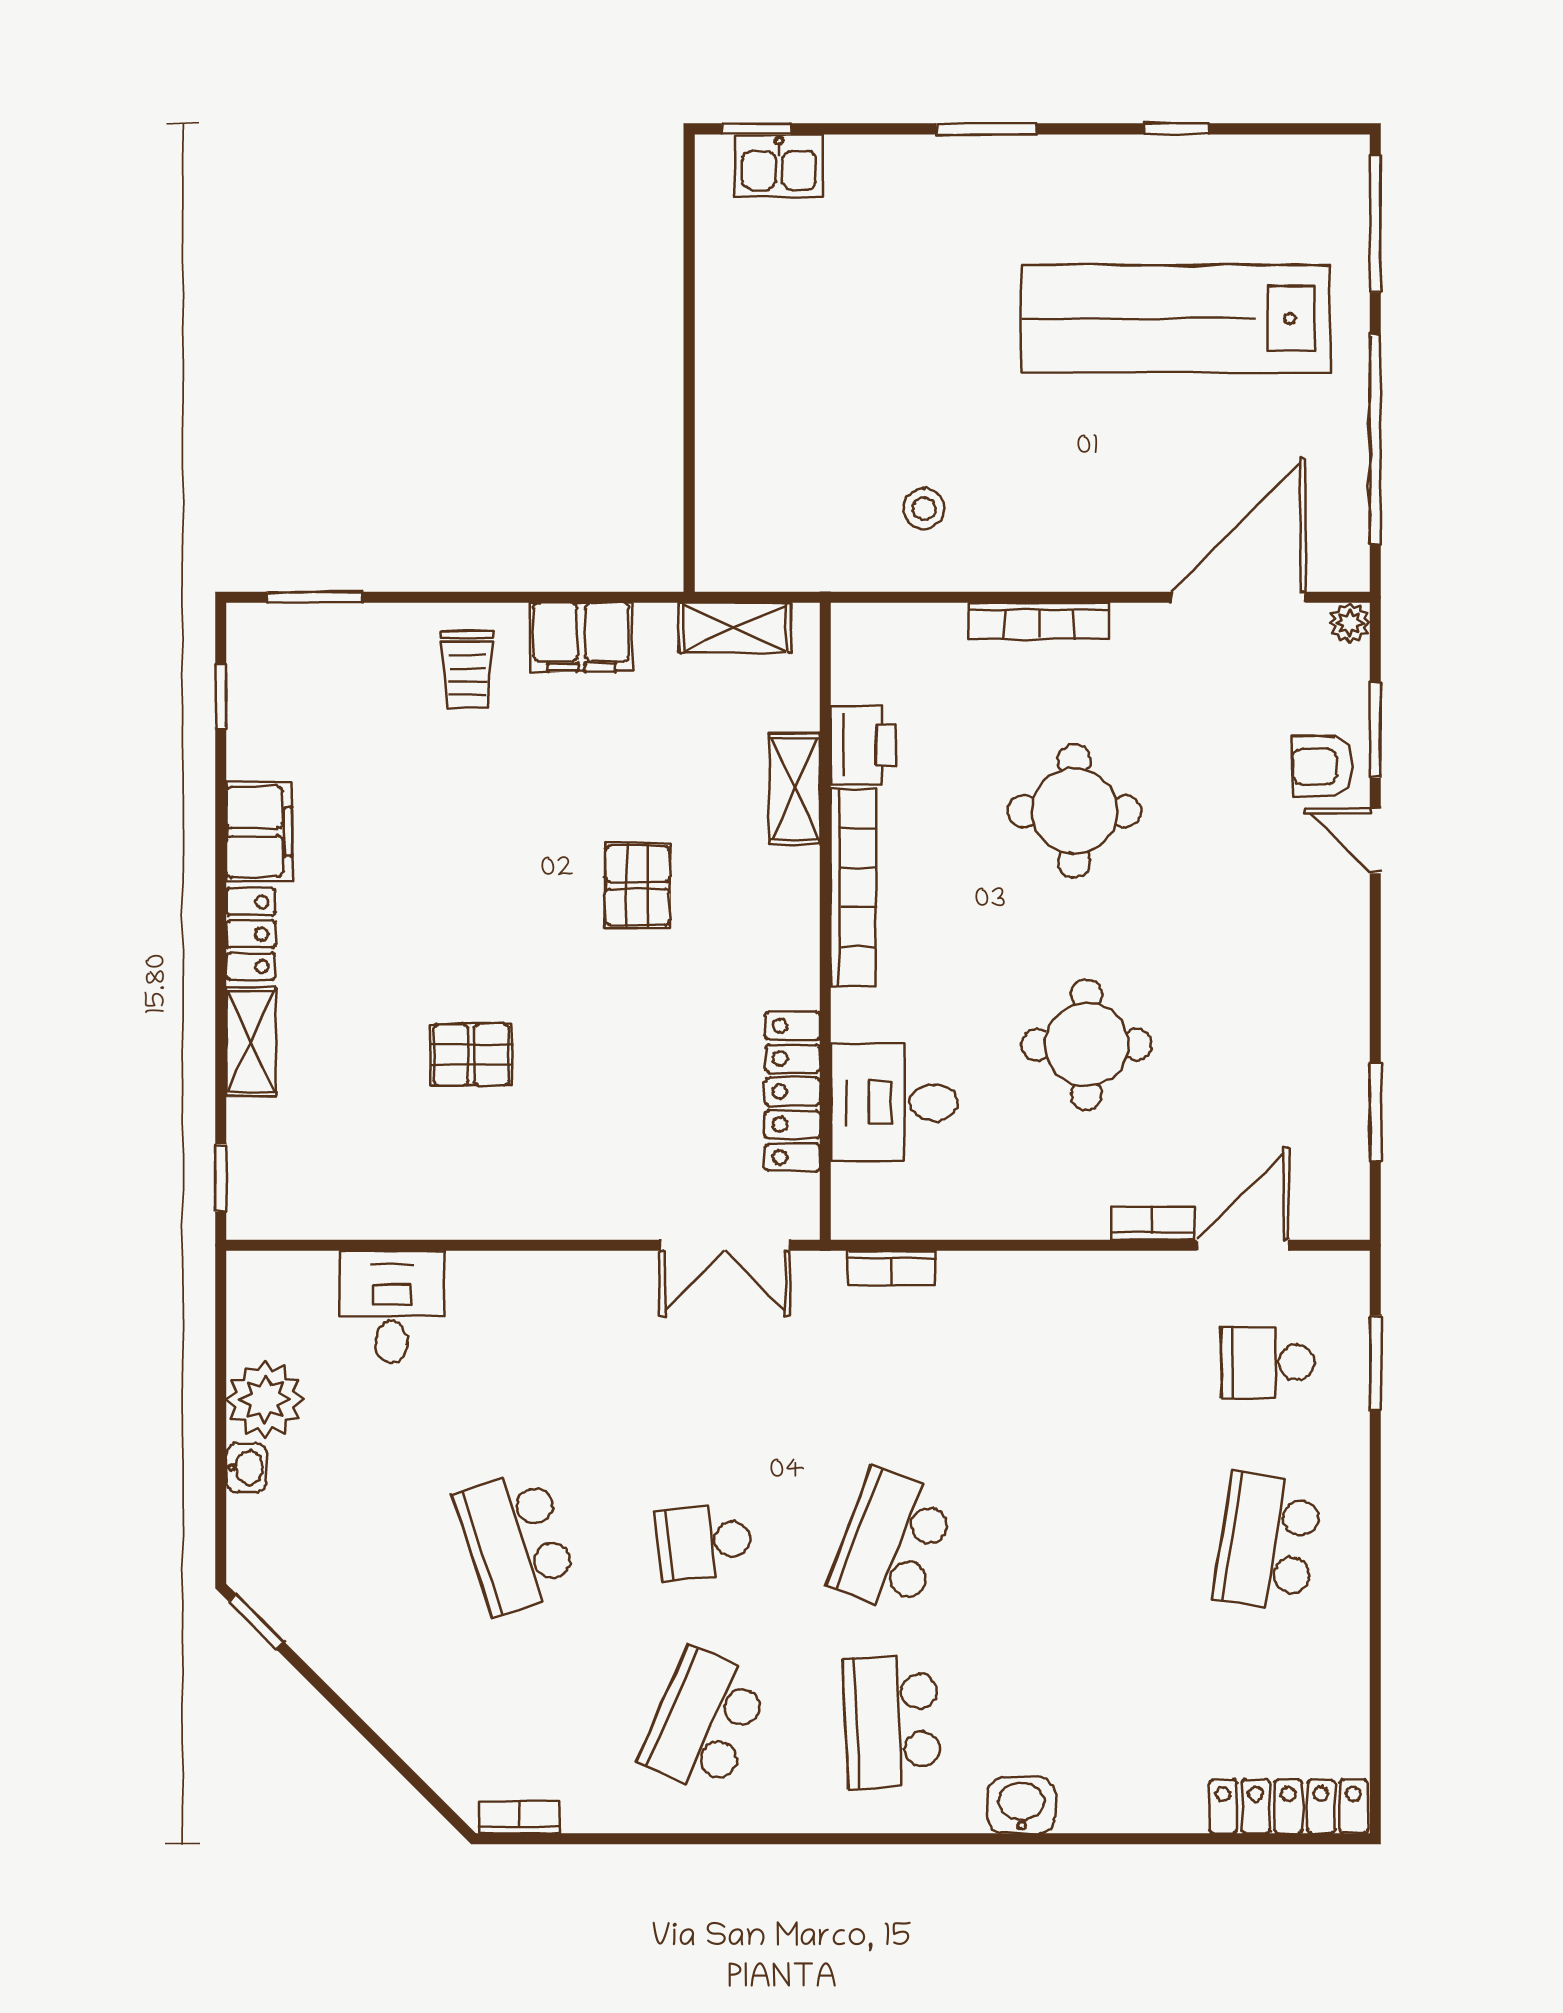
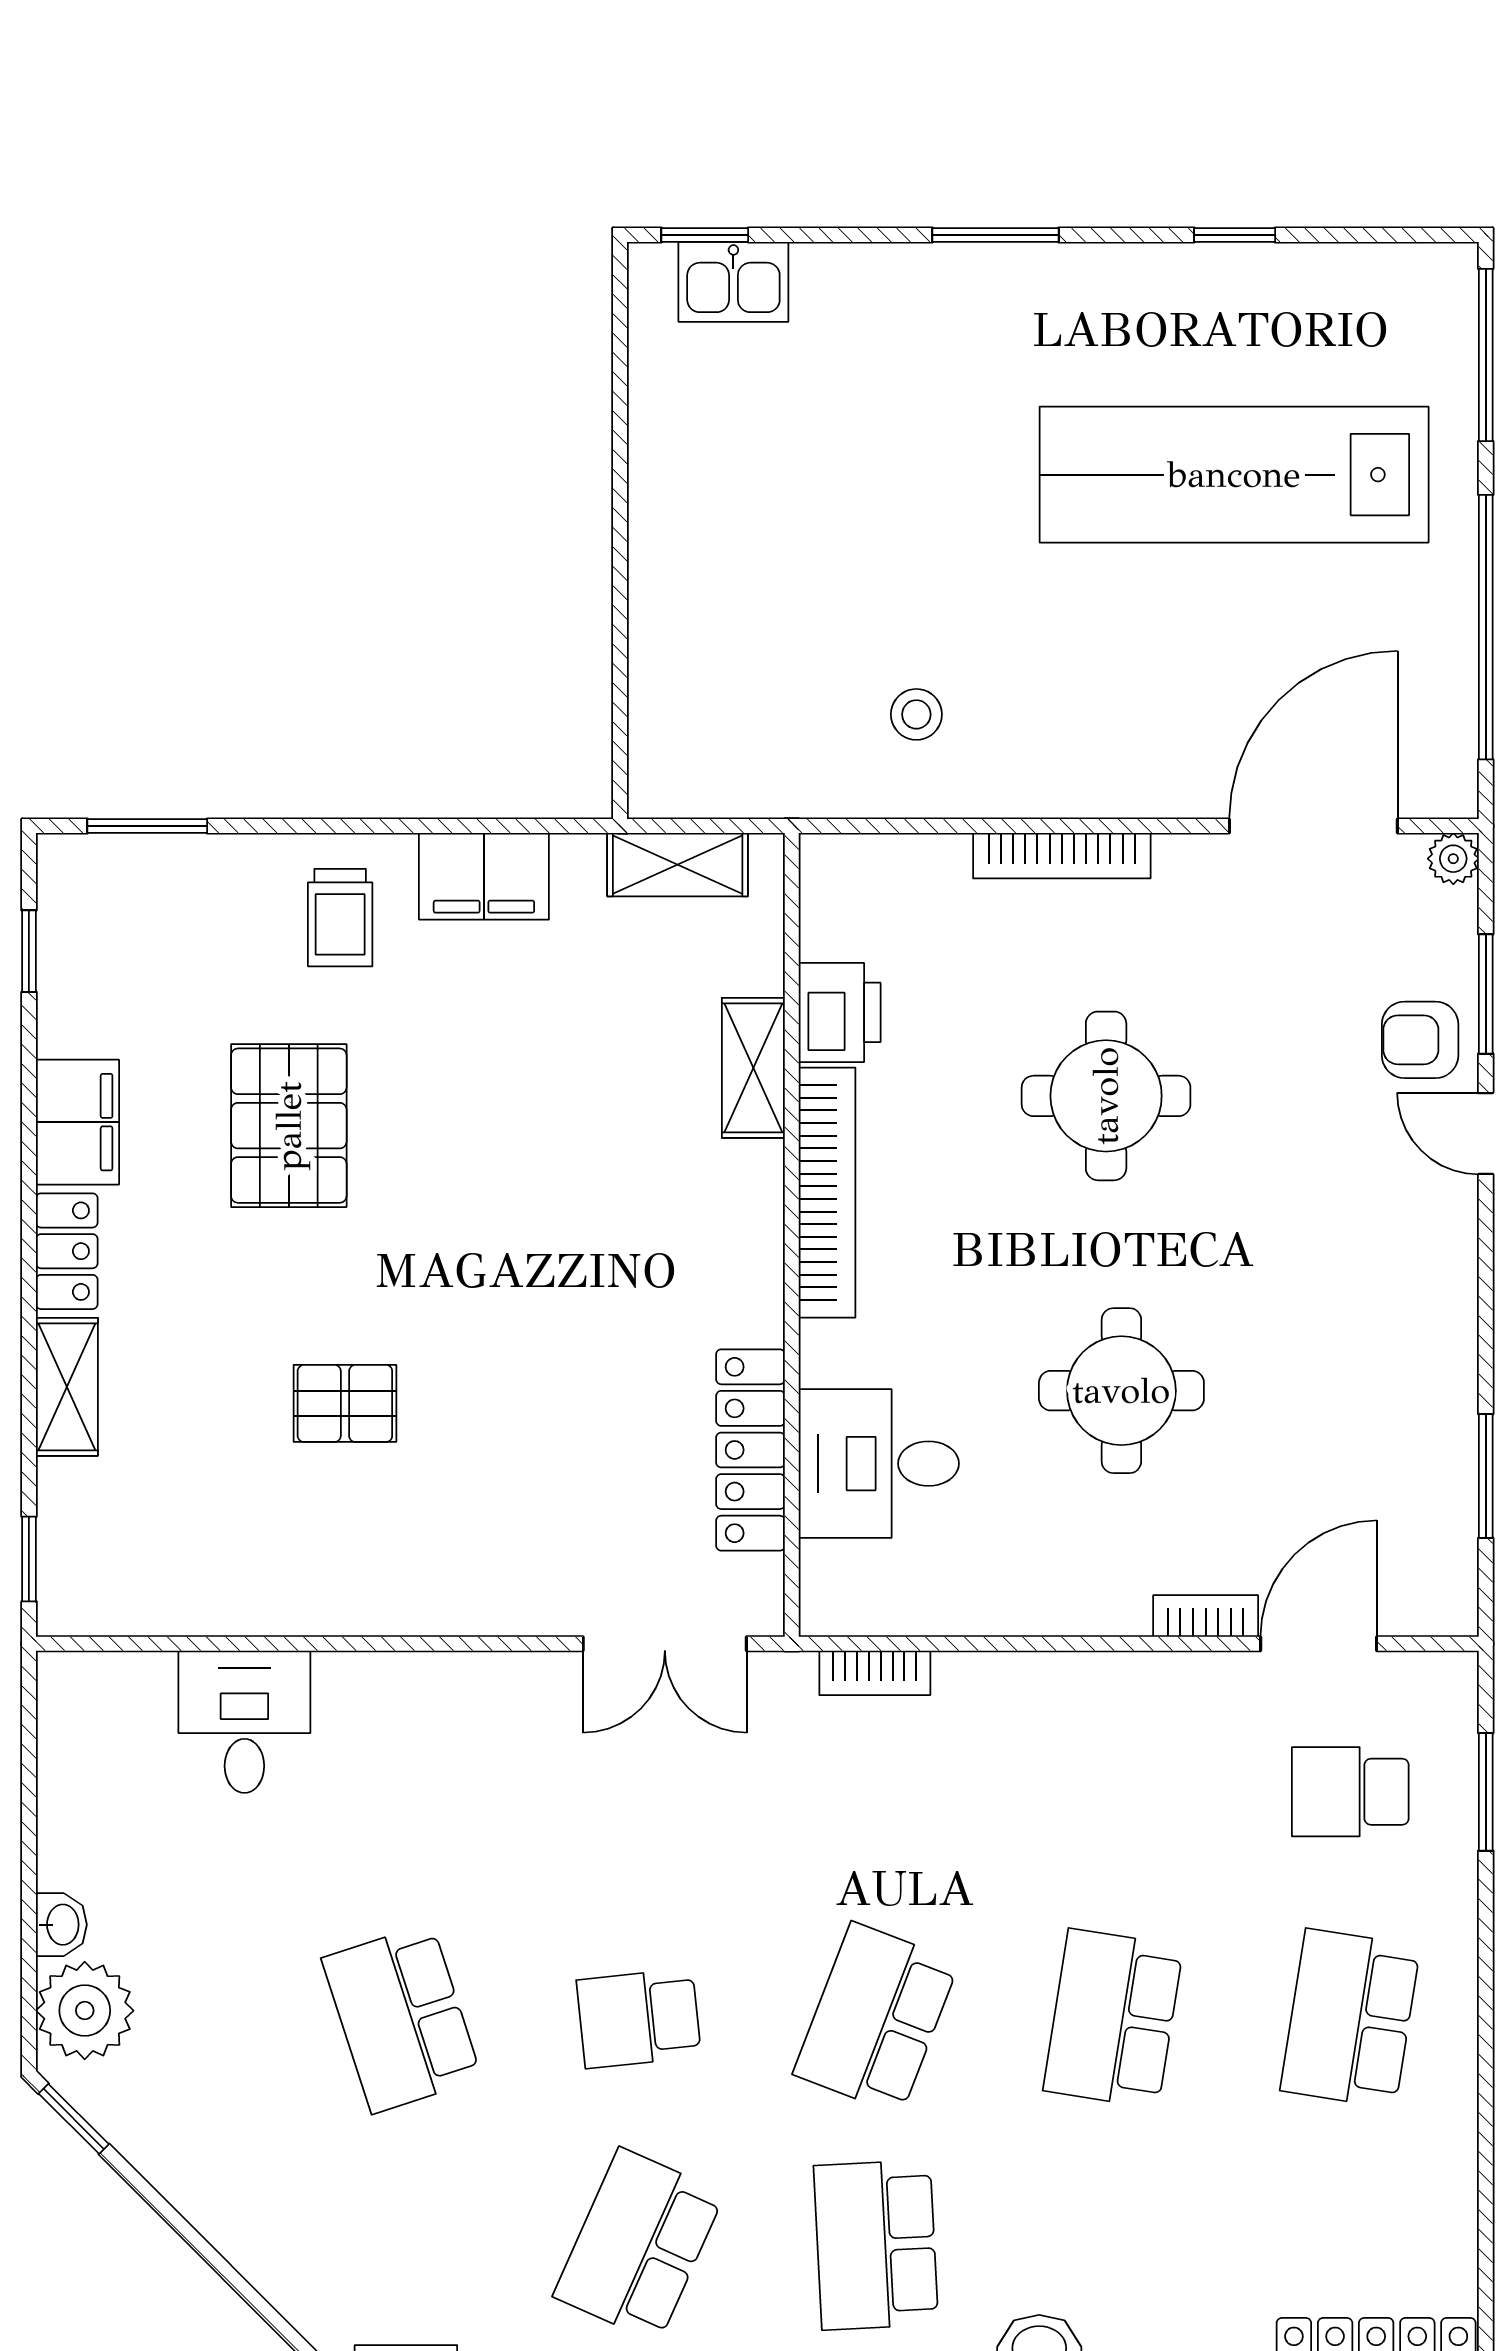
pallet: (638, 885) -> (289, 1126), moved, width x1.50, depth x1.42
plant: (265, 1400) -> (85, 2011), moved
school desk: (1080, 1542) -> (1113, 2018), added

